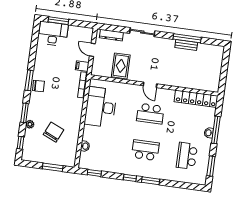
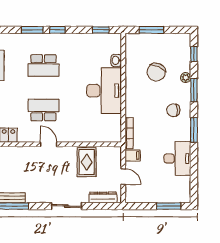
desk: (53, 34) -> (177, 159), moved, turned -90
chair: (38, 86) -> (173, 110), moved
desk: (101, 107) -> (104, 91), moved

